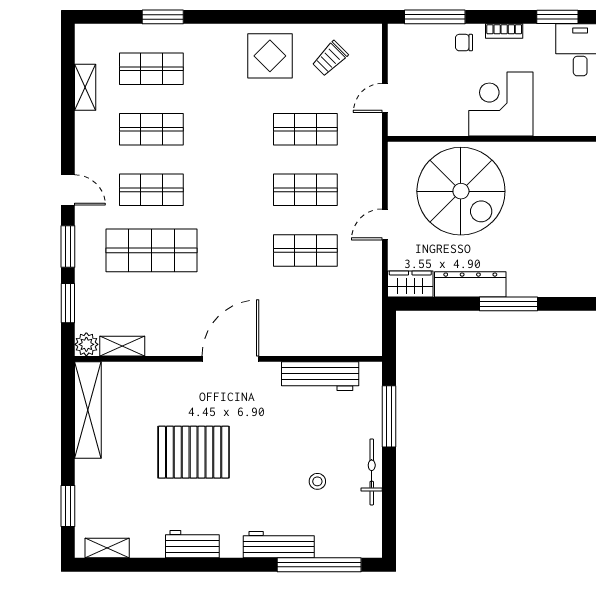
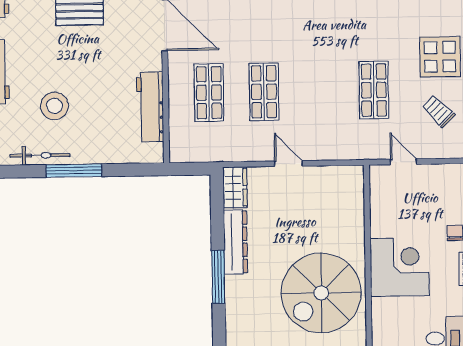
shop shelf: (305, 190) -> (209, 93), moved
spiral stairs: (461, 191) -> (321, 293), moved
window: (389, 416) -> (74, 171), moved
bicycle: (372, 472) -> (40, 155), moved
stool: (317, 481) -> (54, 106), width x1.89, depth x1.89

